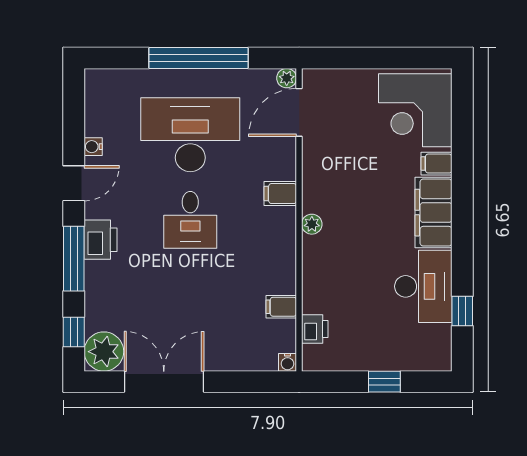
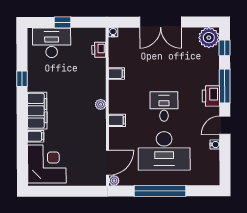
desk: (423, 286) -> (52, 43), moved, turned 90
filing cabinet: (281, 307) -> (116, 74), moved
window: (462, 311) -> (22, 79), moved
double door: (164, 382) -> (160, 22), moved

